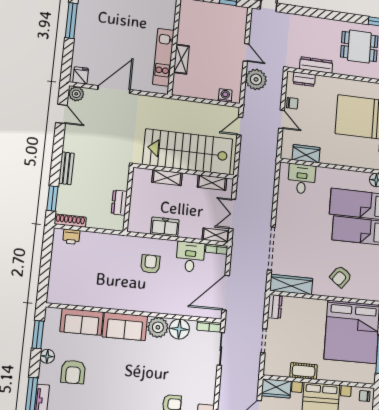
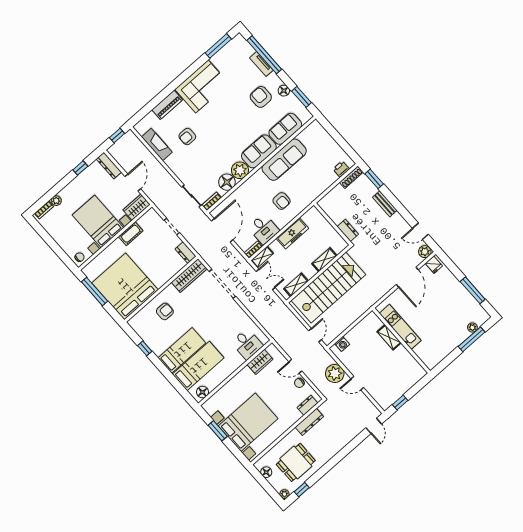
dresser: (119, 203) -> (348, 230), moved
freezer: (165, 227) -> (292, 233), width x1.40
armchair: (341, 277) -> (165, 311), turned 53
sofa: (111, 296) -> (284, 160), added

